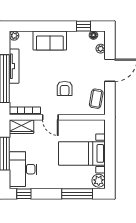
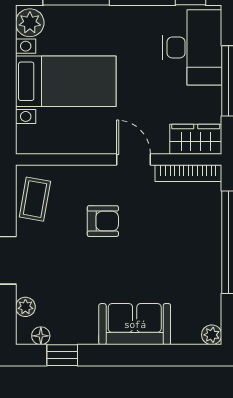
tv unit: (14, 66) -> (212, 269), removed
armchair: (65, 88) -> (103, 221), turned 90

